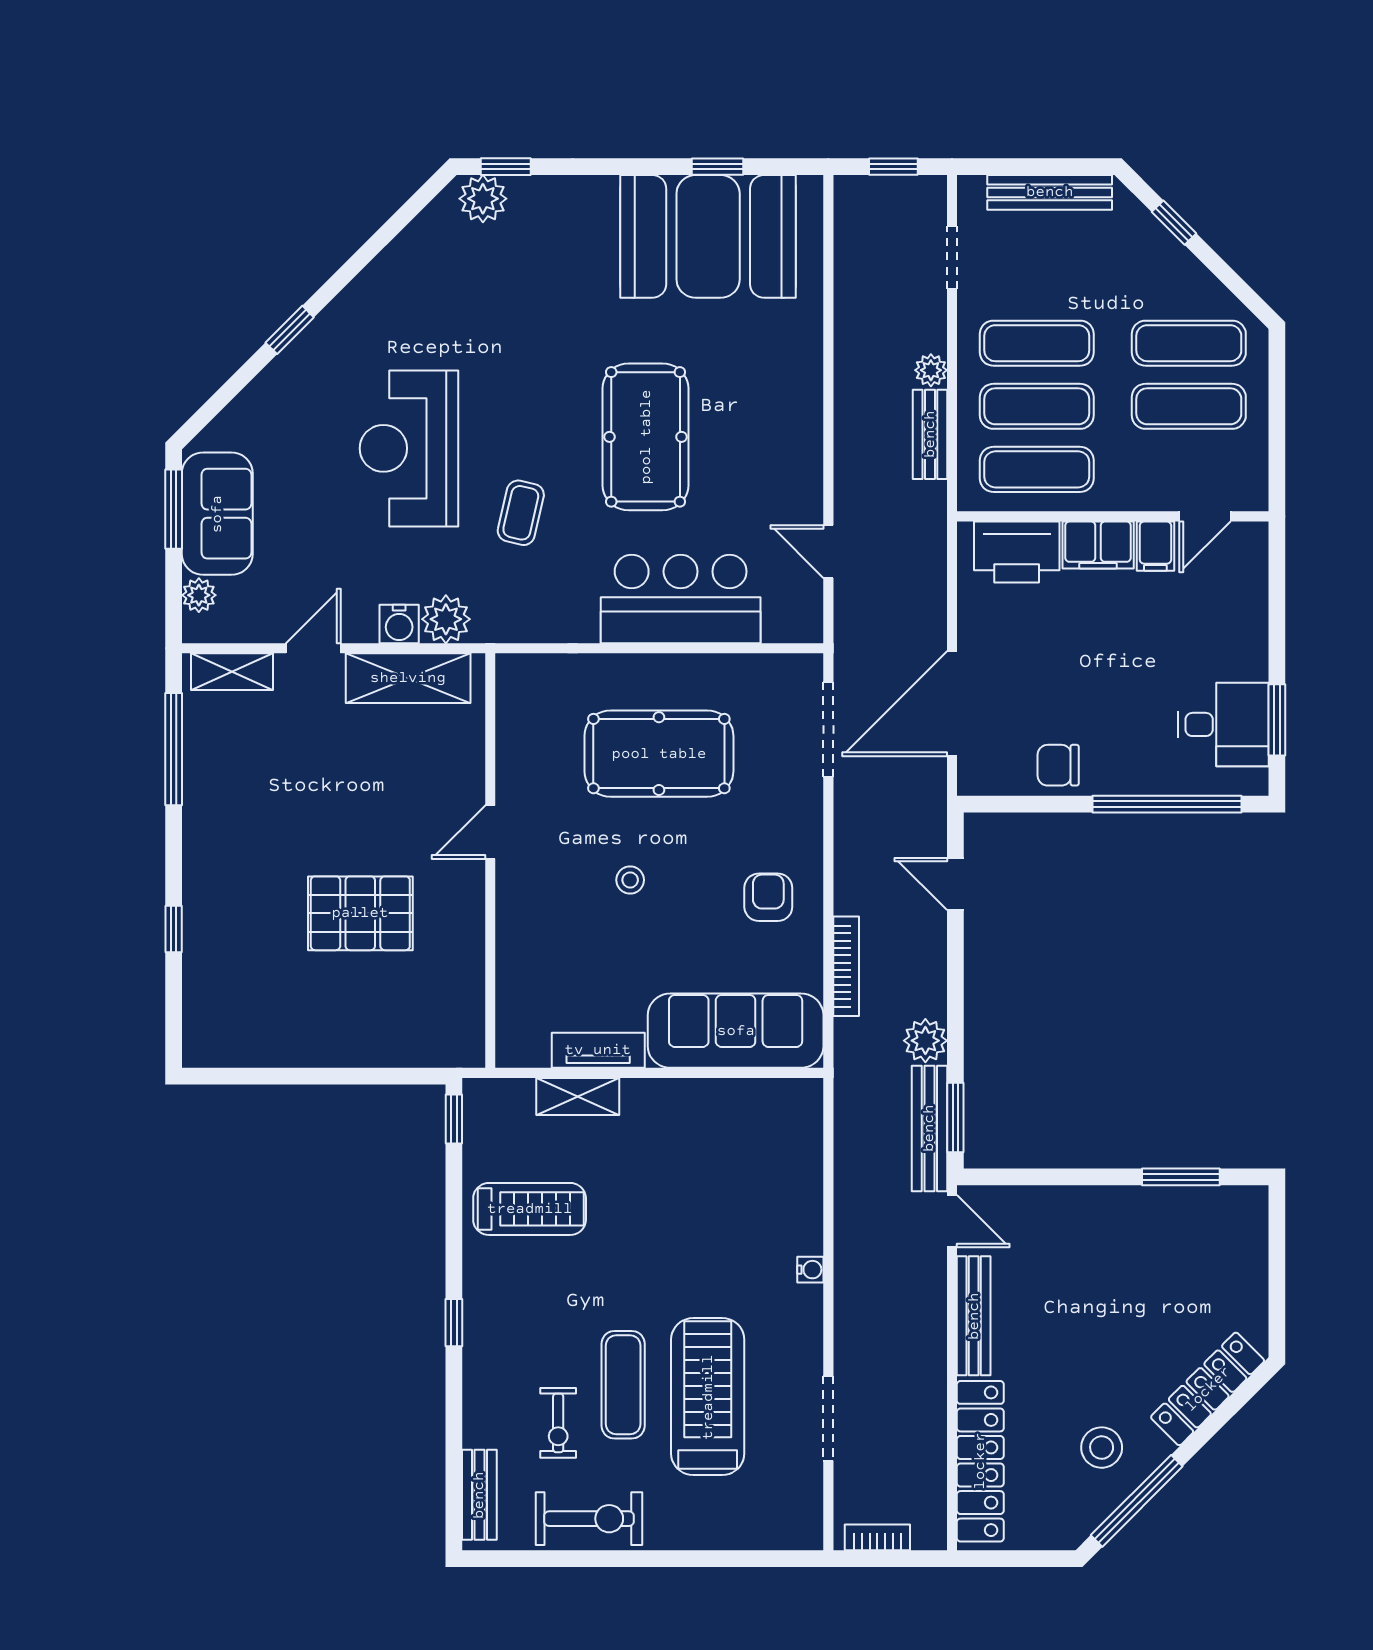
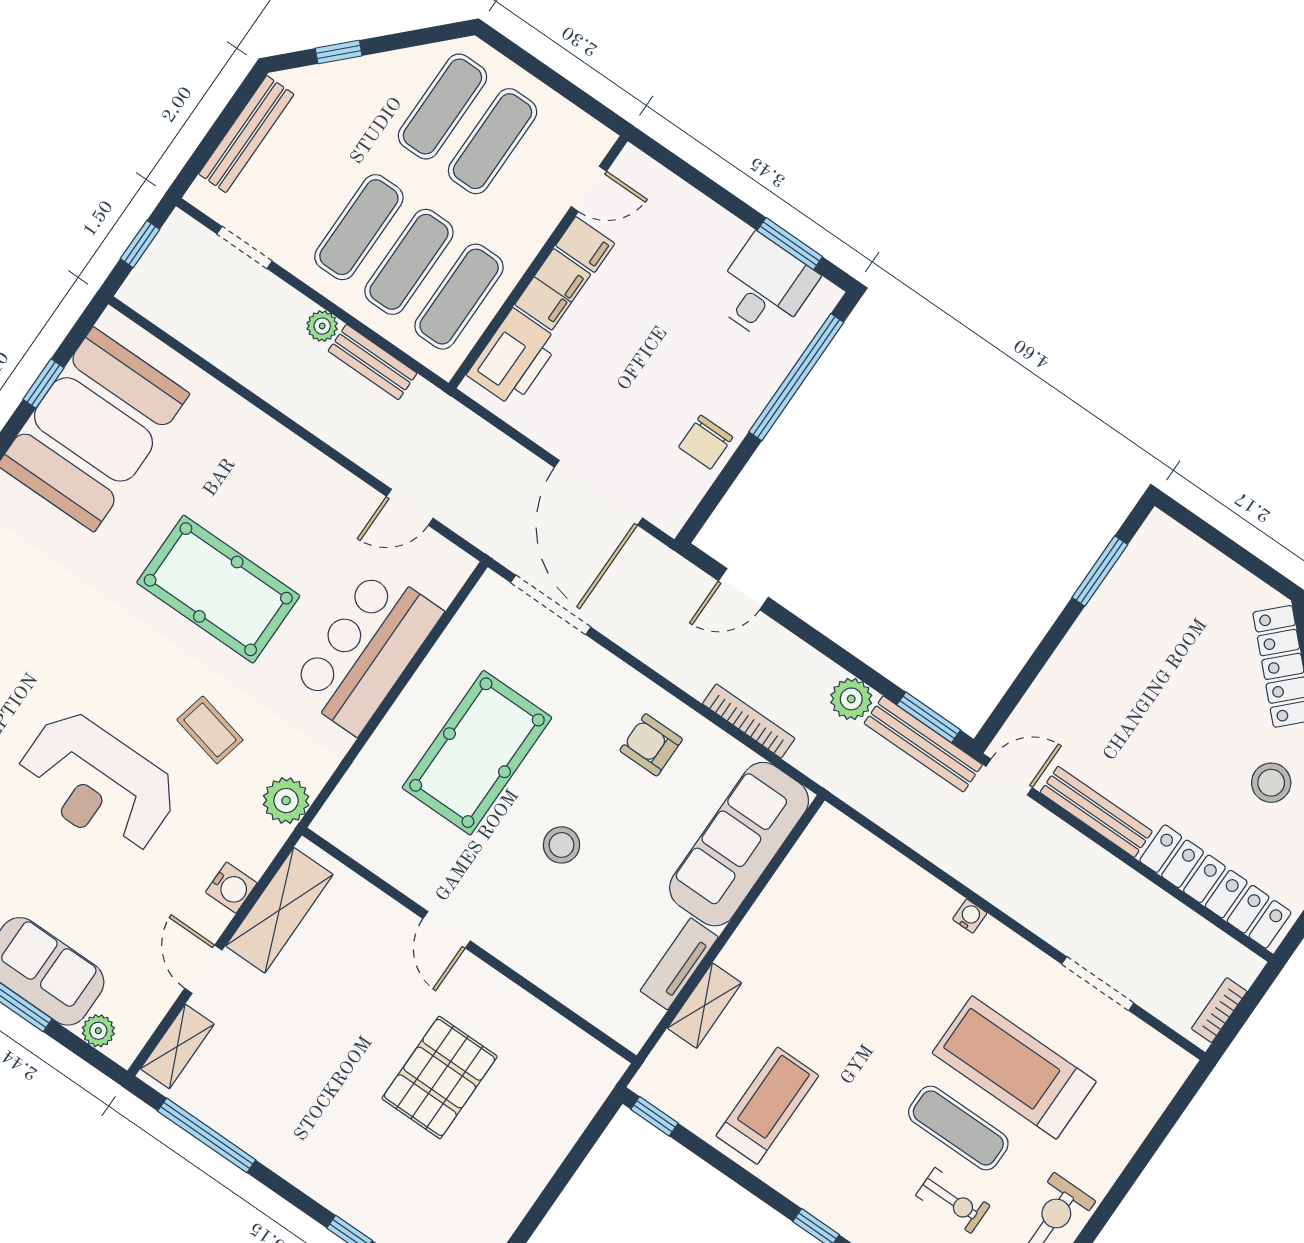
door: (1205, 516) -> (589, 189), hinge flipped
plant: (446, 619) -> (286, 801), moved
stool: (630, 880) -> (562, 845), width x1.37, depth x1.37

